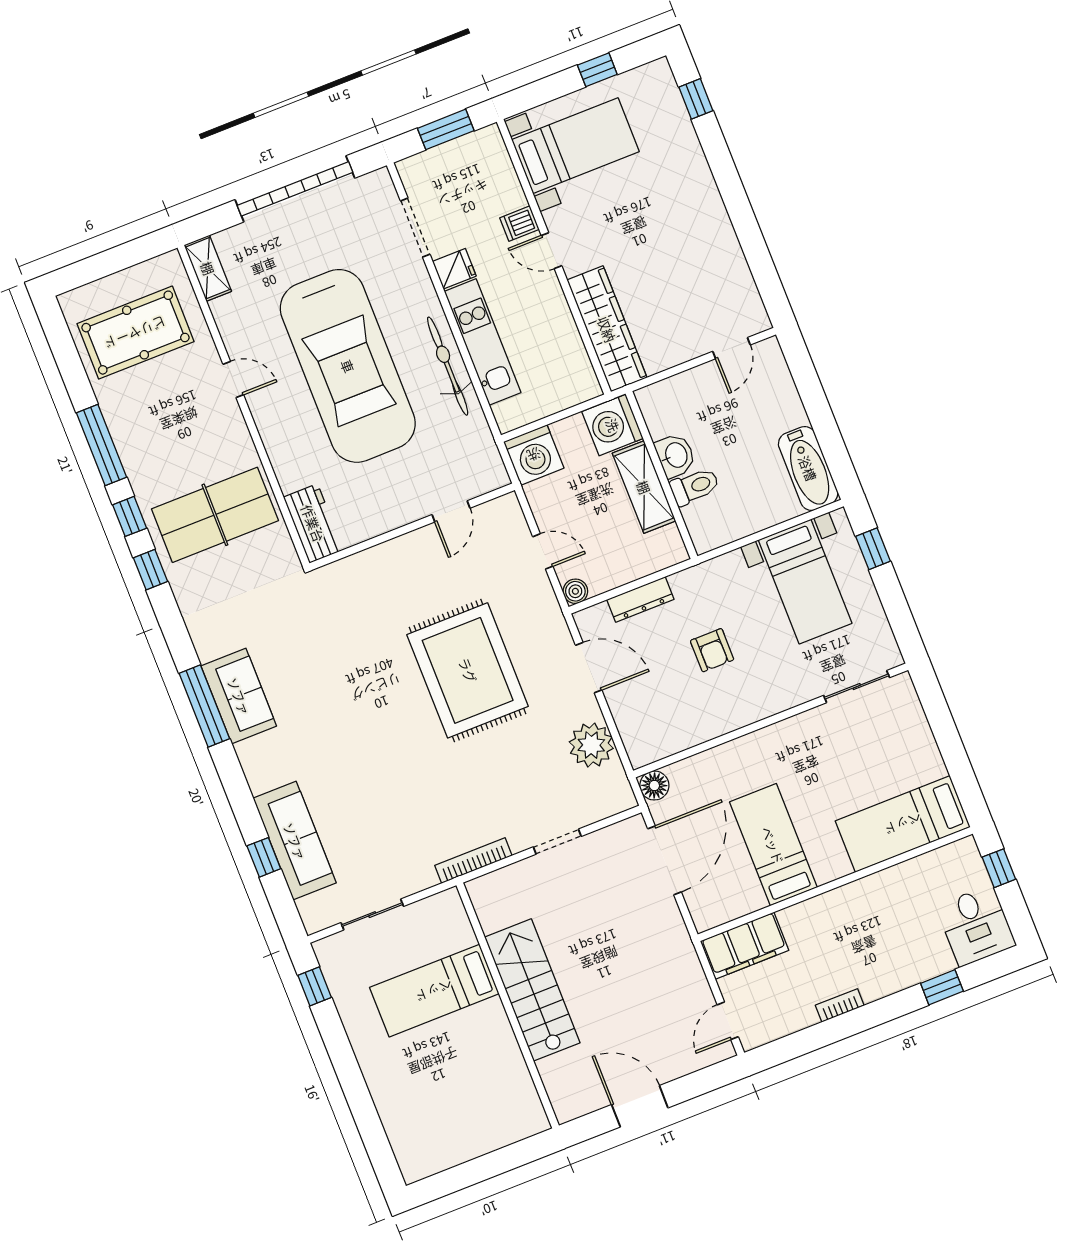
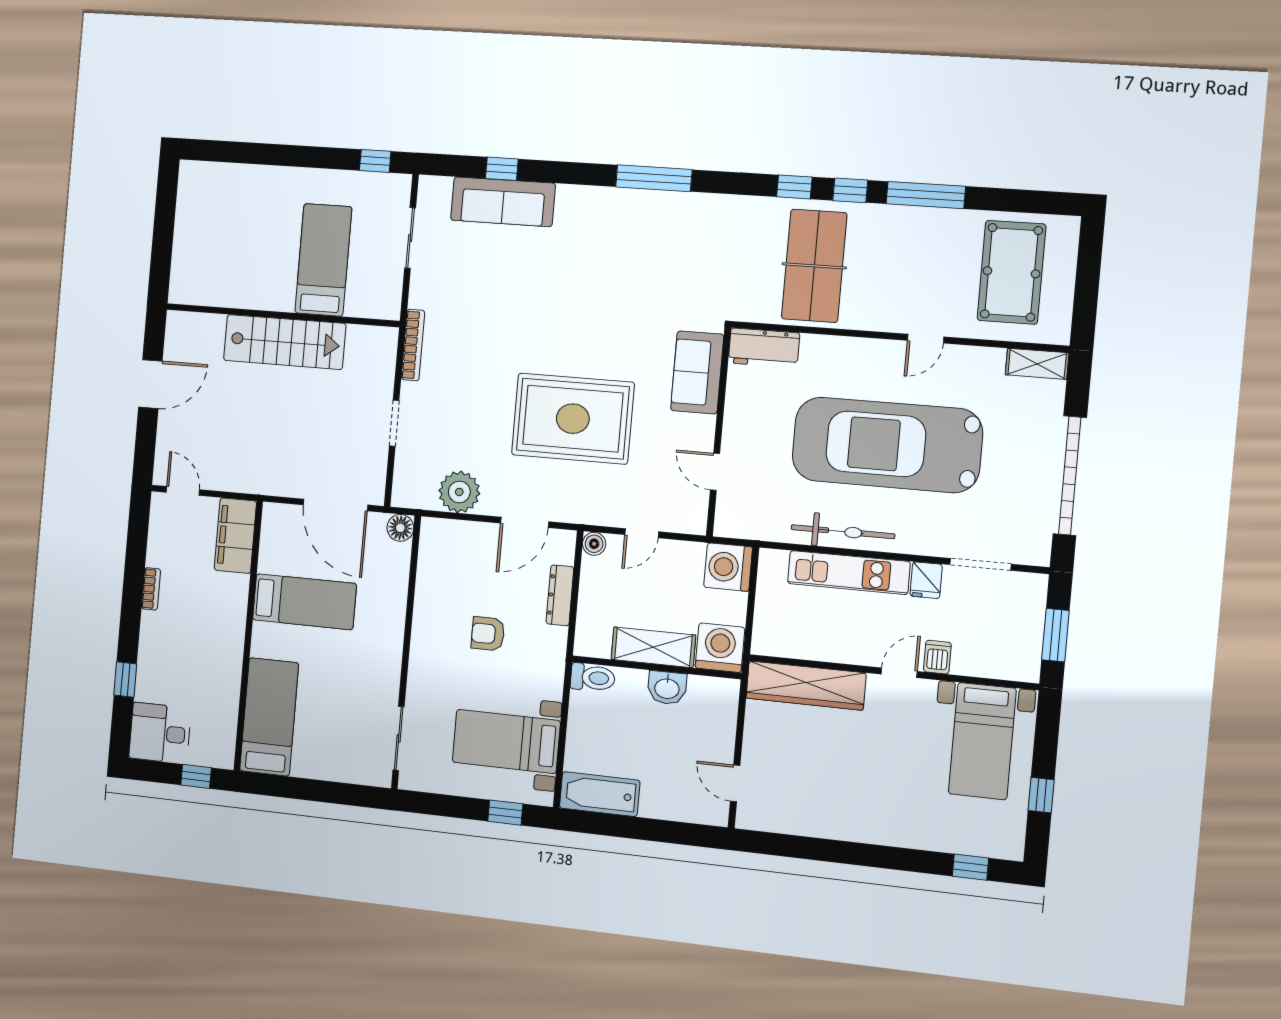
toilet: (695, 486) -> (593, 678), moved, turned -90
sofa: (239, 696) -> (697, 372), moved, turned 90

